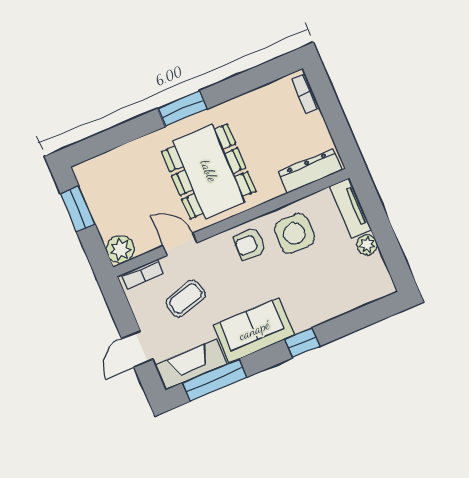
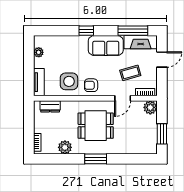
plant: (249, 106) -> (65, 147), added
dining table: (209, 171) -> (96, 126), width x0.73
dresser: (310, 171) -> (50, 106), width x0.70
door: (180, 244) -> (123, 98), hinge flipped
armchair: (250, 244) -> (91, 85), turned 180
plant: (367, 245) -> (39, 52), moved

